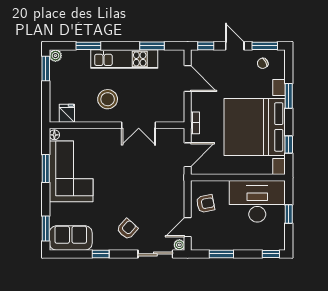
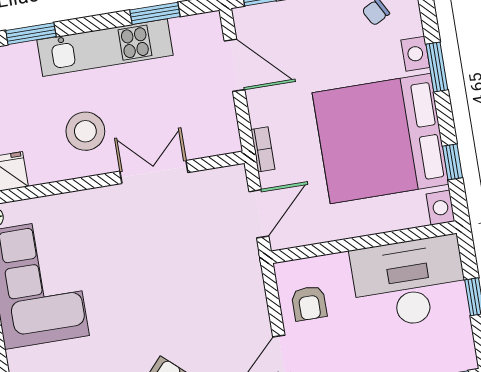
double door: (139, 125) -> (154, 172), swing flipped
armchair: (205, 204) -> (309, 303), turned 101

